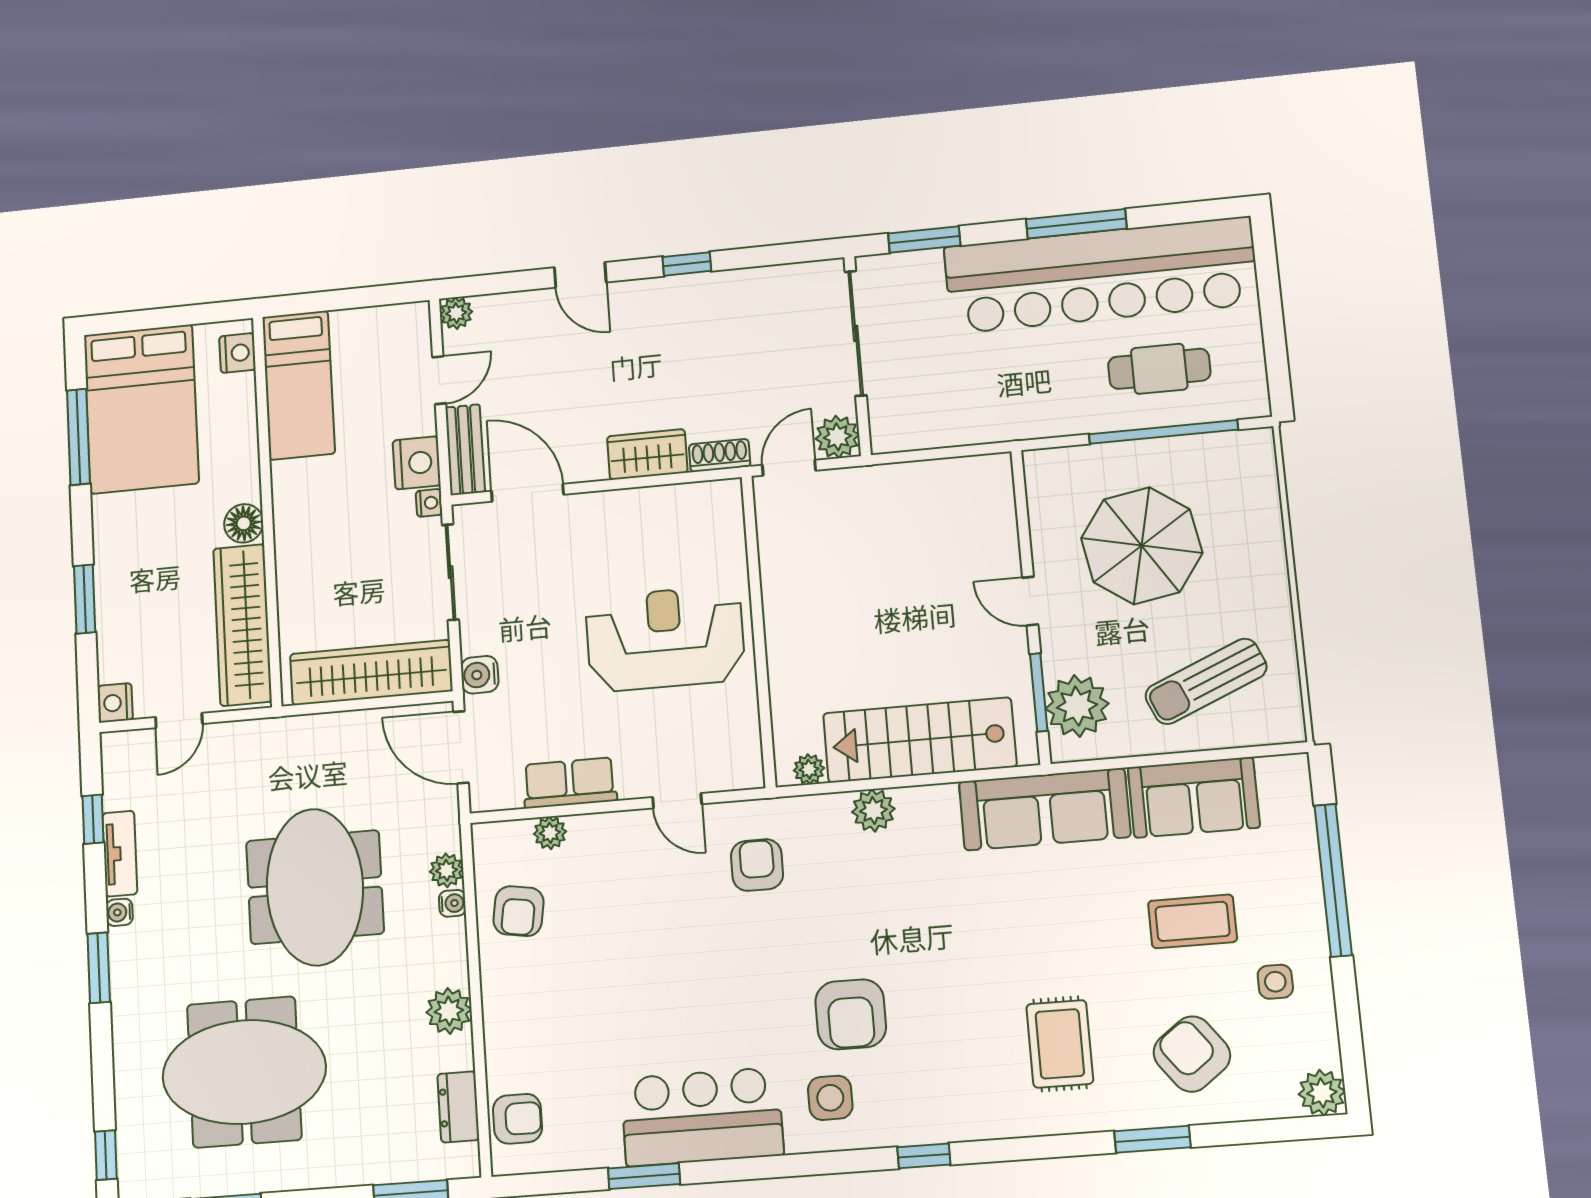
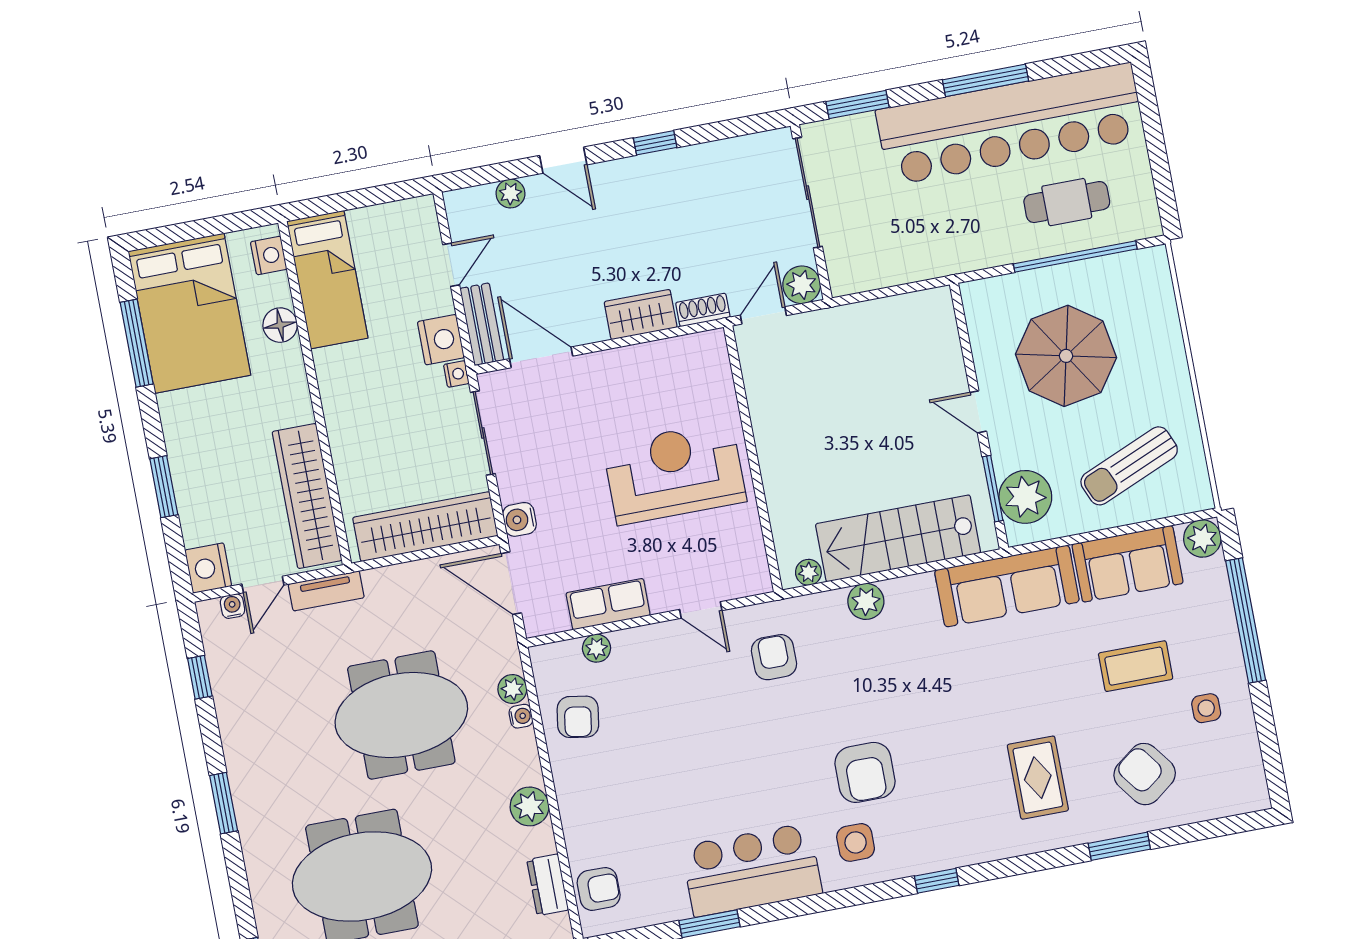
plant: (456, 313) -> (510, 194), moved
floor lamp: (244, 523) -> (280, 325), moved
nightstand: (115, 703) -> (208, 568), width x1.36, depth x1.33
tv unit: (120, 854) -> (326, 591), moved, turned 90
meeting table: (315, 887) -> (401, 715), turned 90
water cooler: (119, 912) -> (232, 606), moved, turned 90
plant: (1322, 1093) -> (1202, 538), moved

